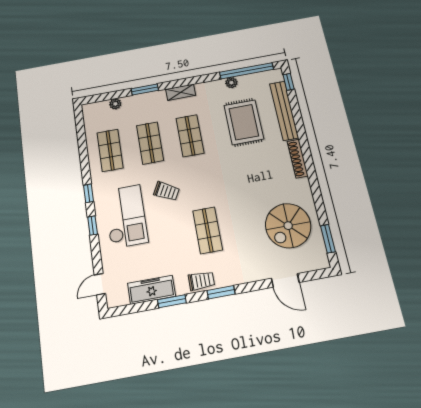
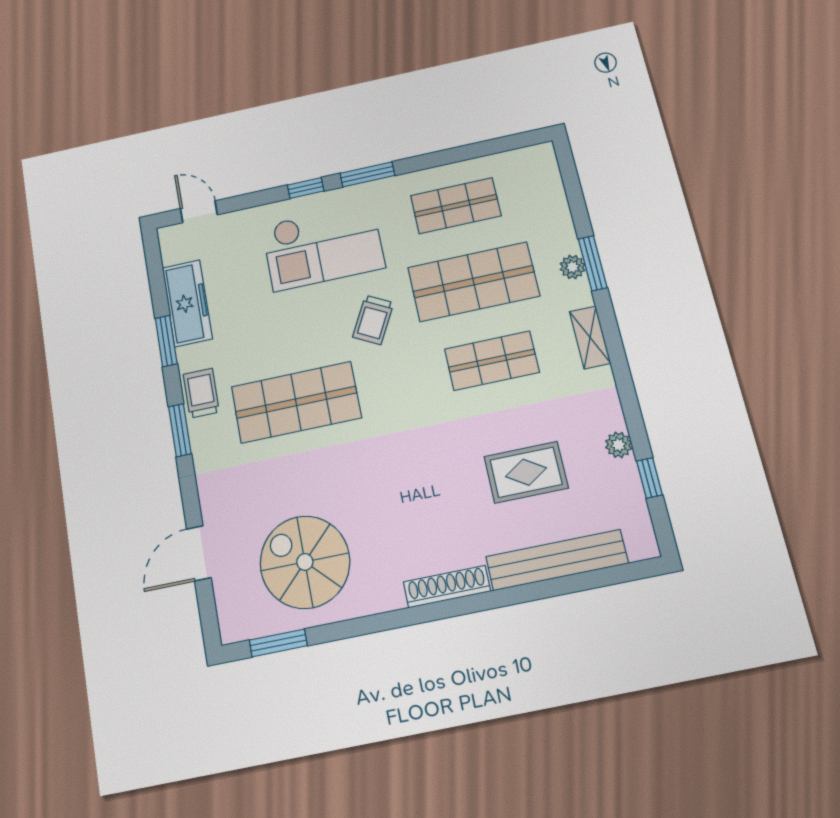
window: (246, 71) -> (649, 478), width x0.32
window: (289, 82) -> (627, 572), removed
plant: (115, 104) -> (573, 267), moved
rug: (244, 122) -> (526, 472), width x0.73, depth x0.70
shop shelf: (150, 143) -> (473, 282), width x1.43, depth x1.36
window: (89, 193) -> (367, 174), width x1.50
shop shelf: (208, 230) -> (296, 402), width x1.43, depth x1.36
trolley: (201, 281) -> (201, 393), turned 180

